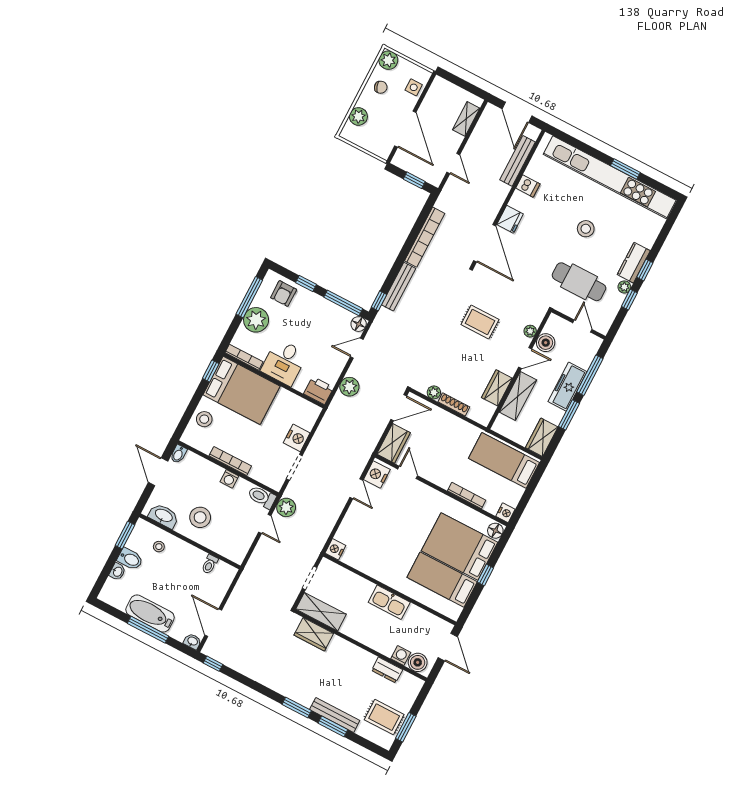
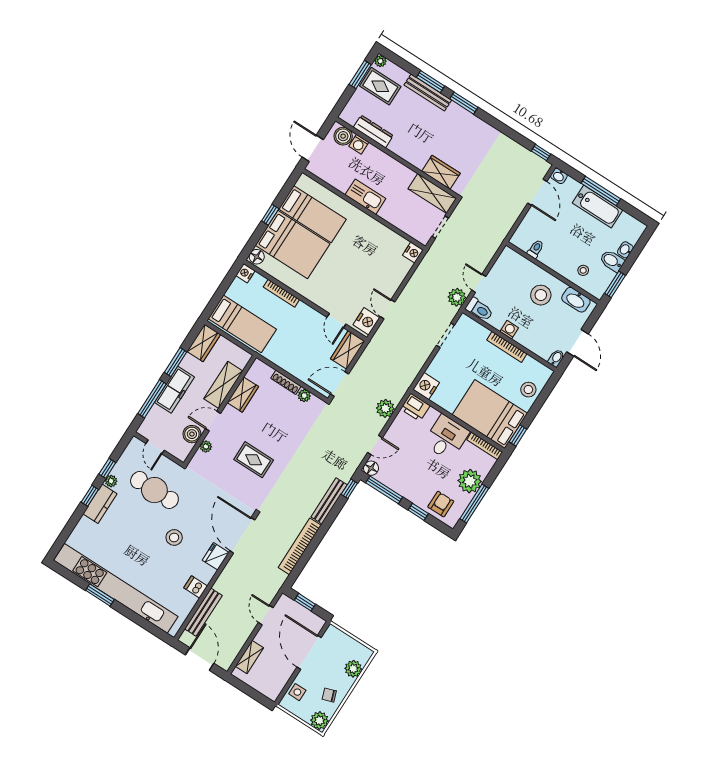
stool: (586, 229) -> (174, 537), moved
nightstand: (297, 438) -> (426, 386), moved
dresser: (387, 670) -> (373, 131), width x1.44
plant: (386, 743) -> (380, 61), added

